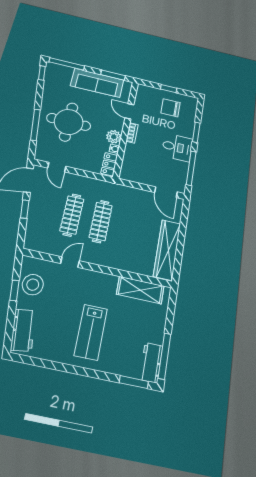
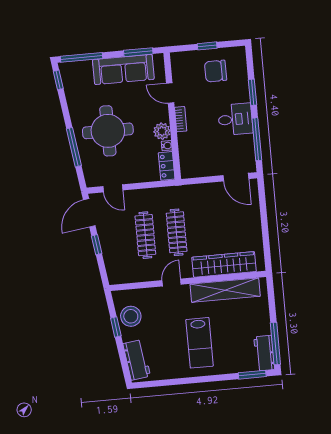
wardrobe: (167, 250) -> (224, 264), moved, turned 90
door: (70, 262) -> (172, 282), moved
shelving: (140, 290) -> (225, 290), width x1.47

